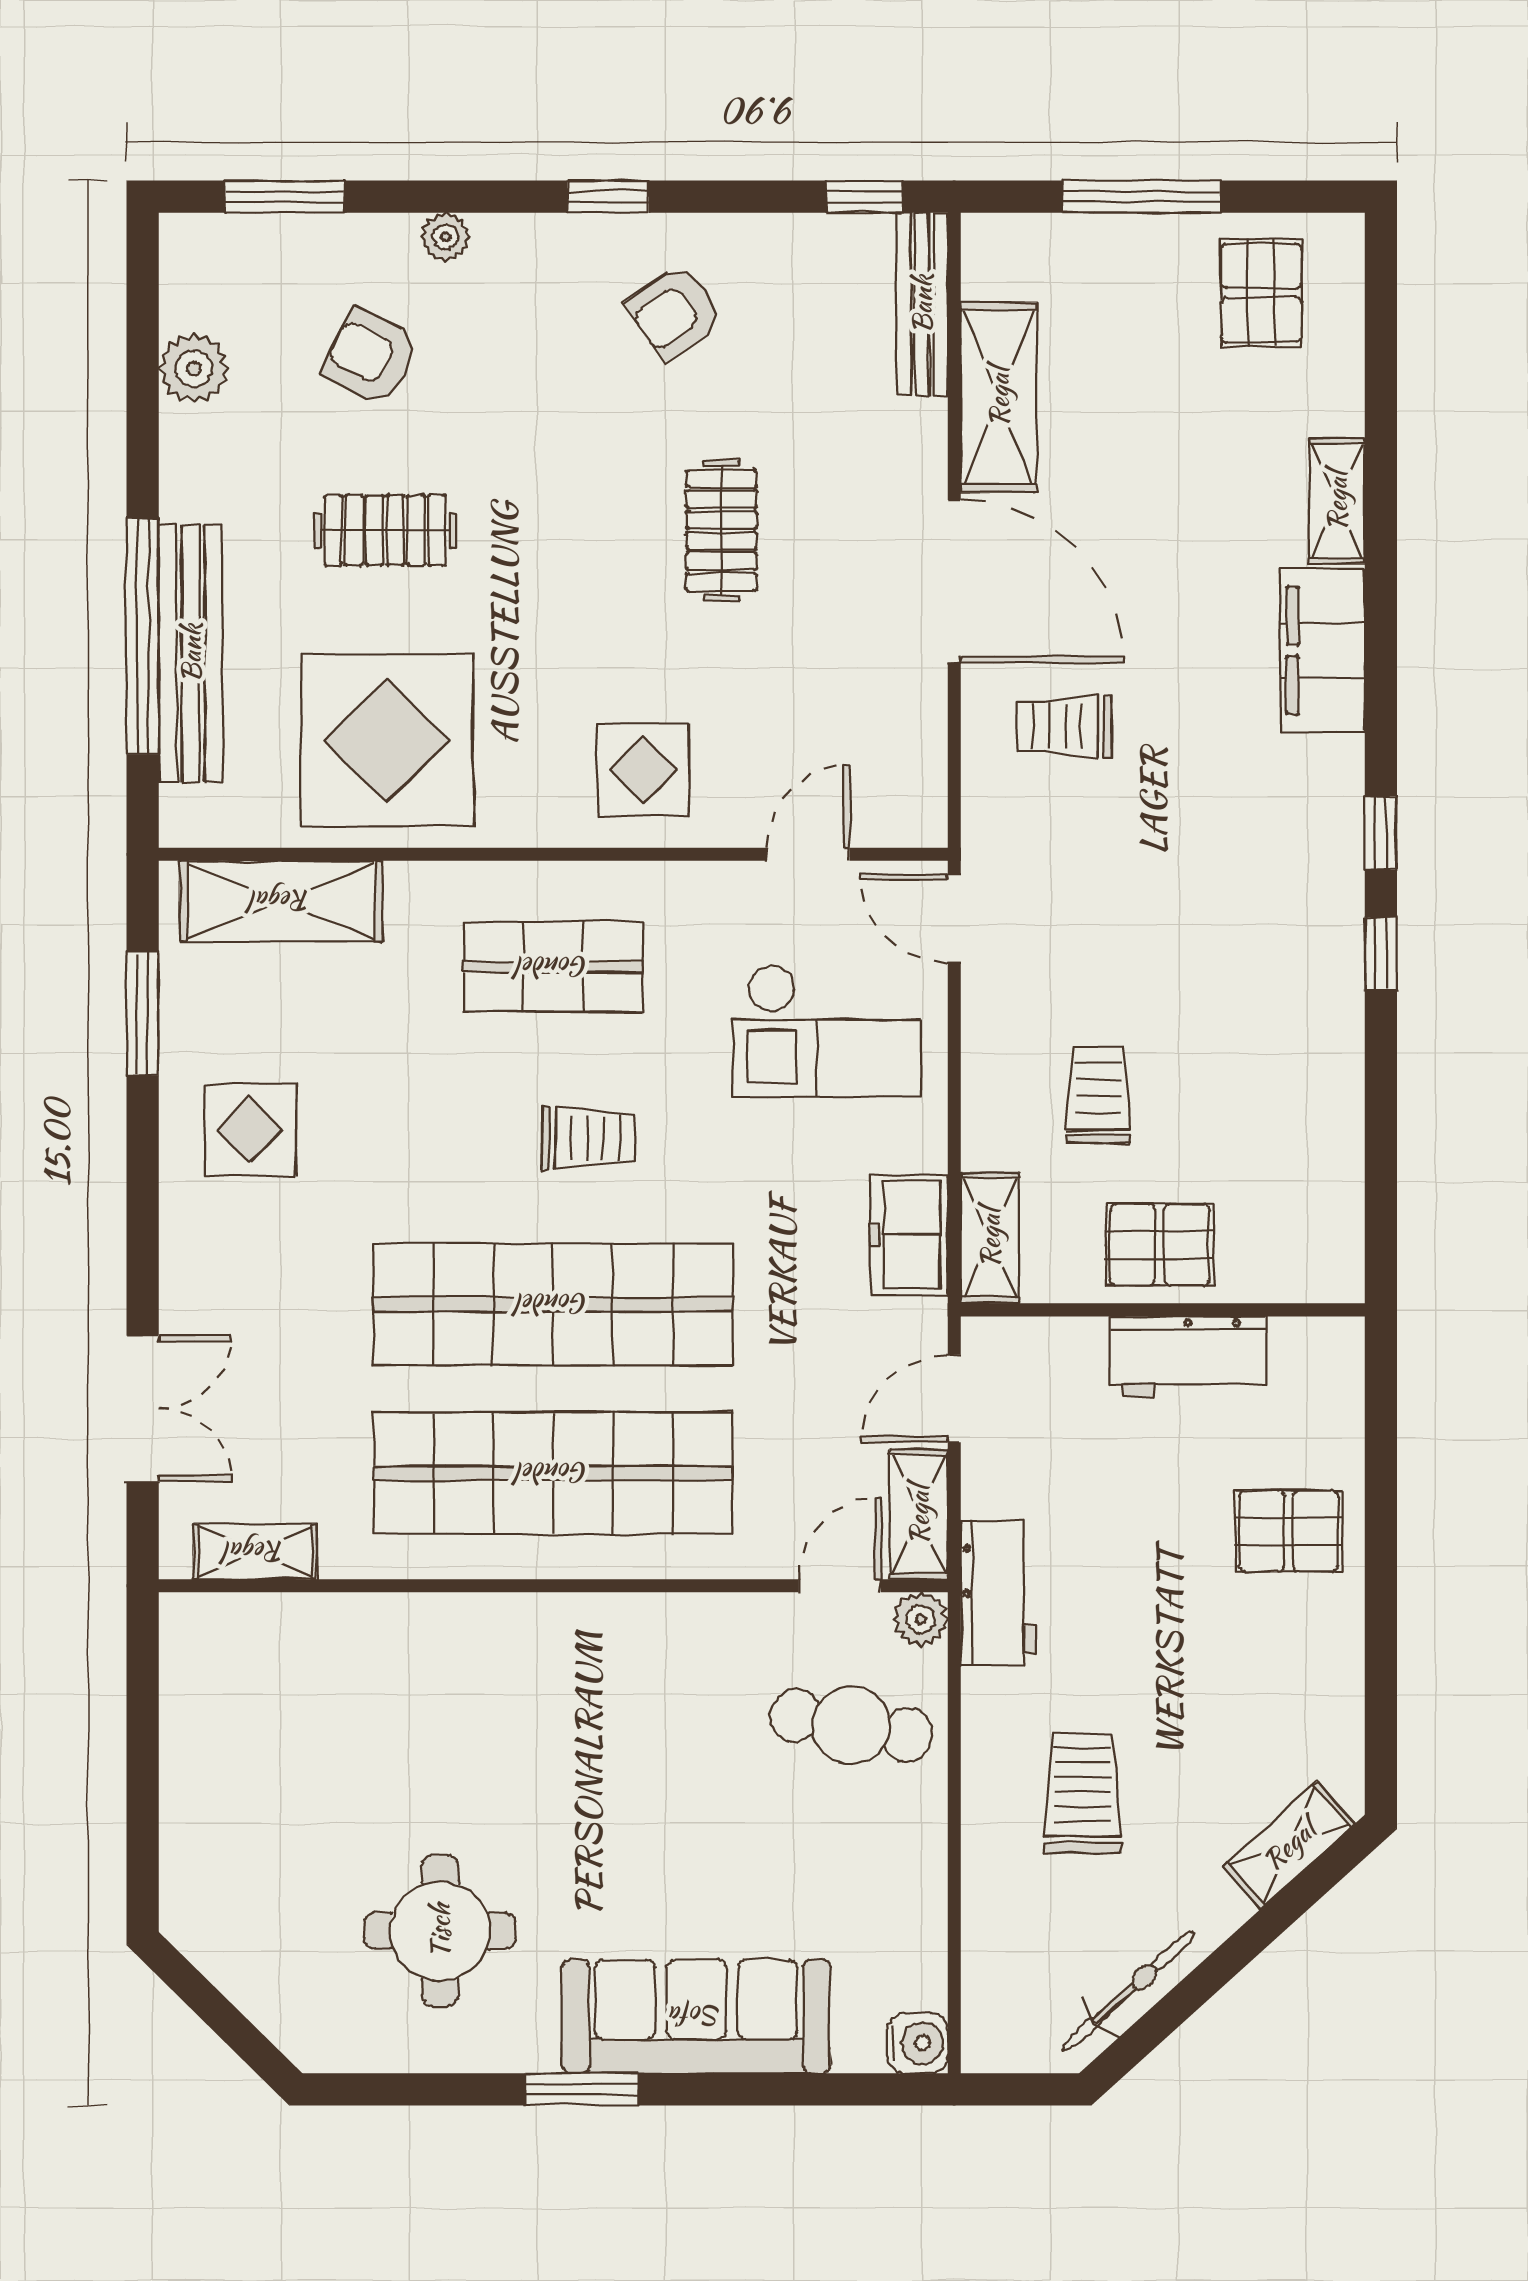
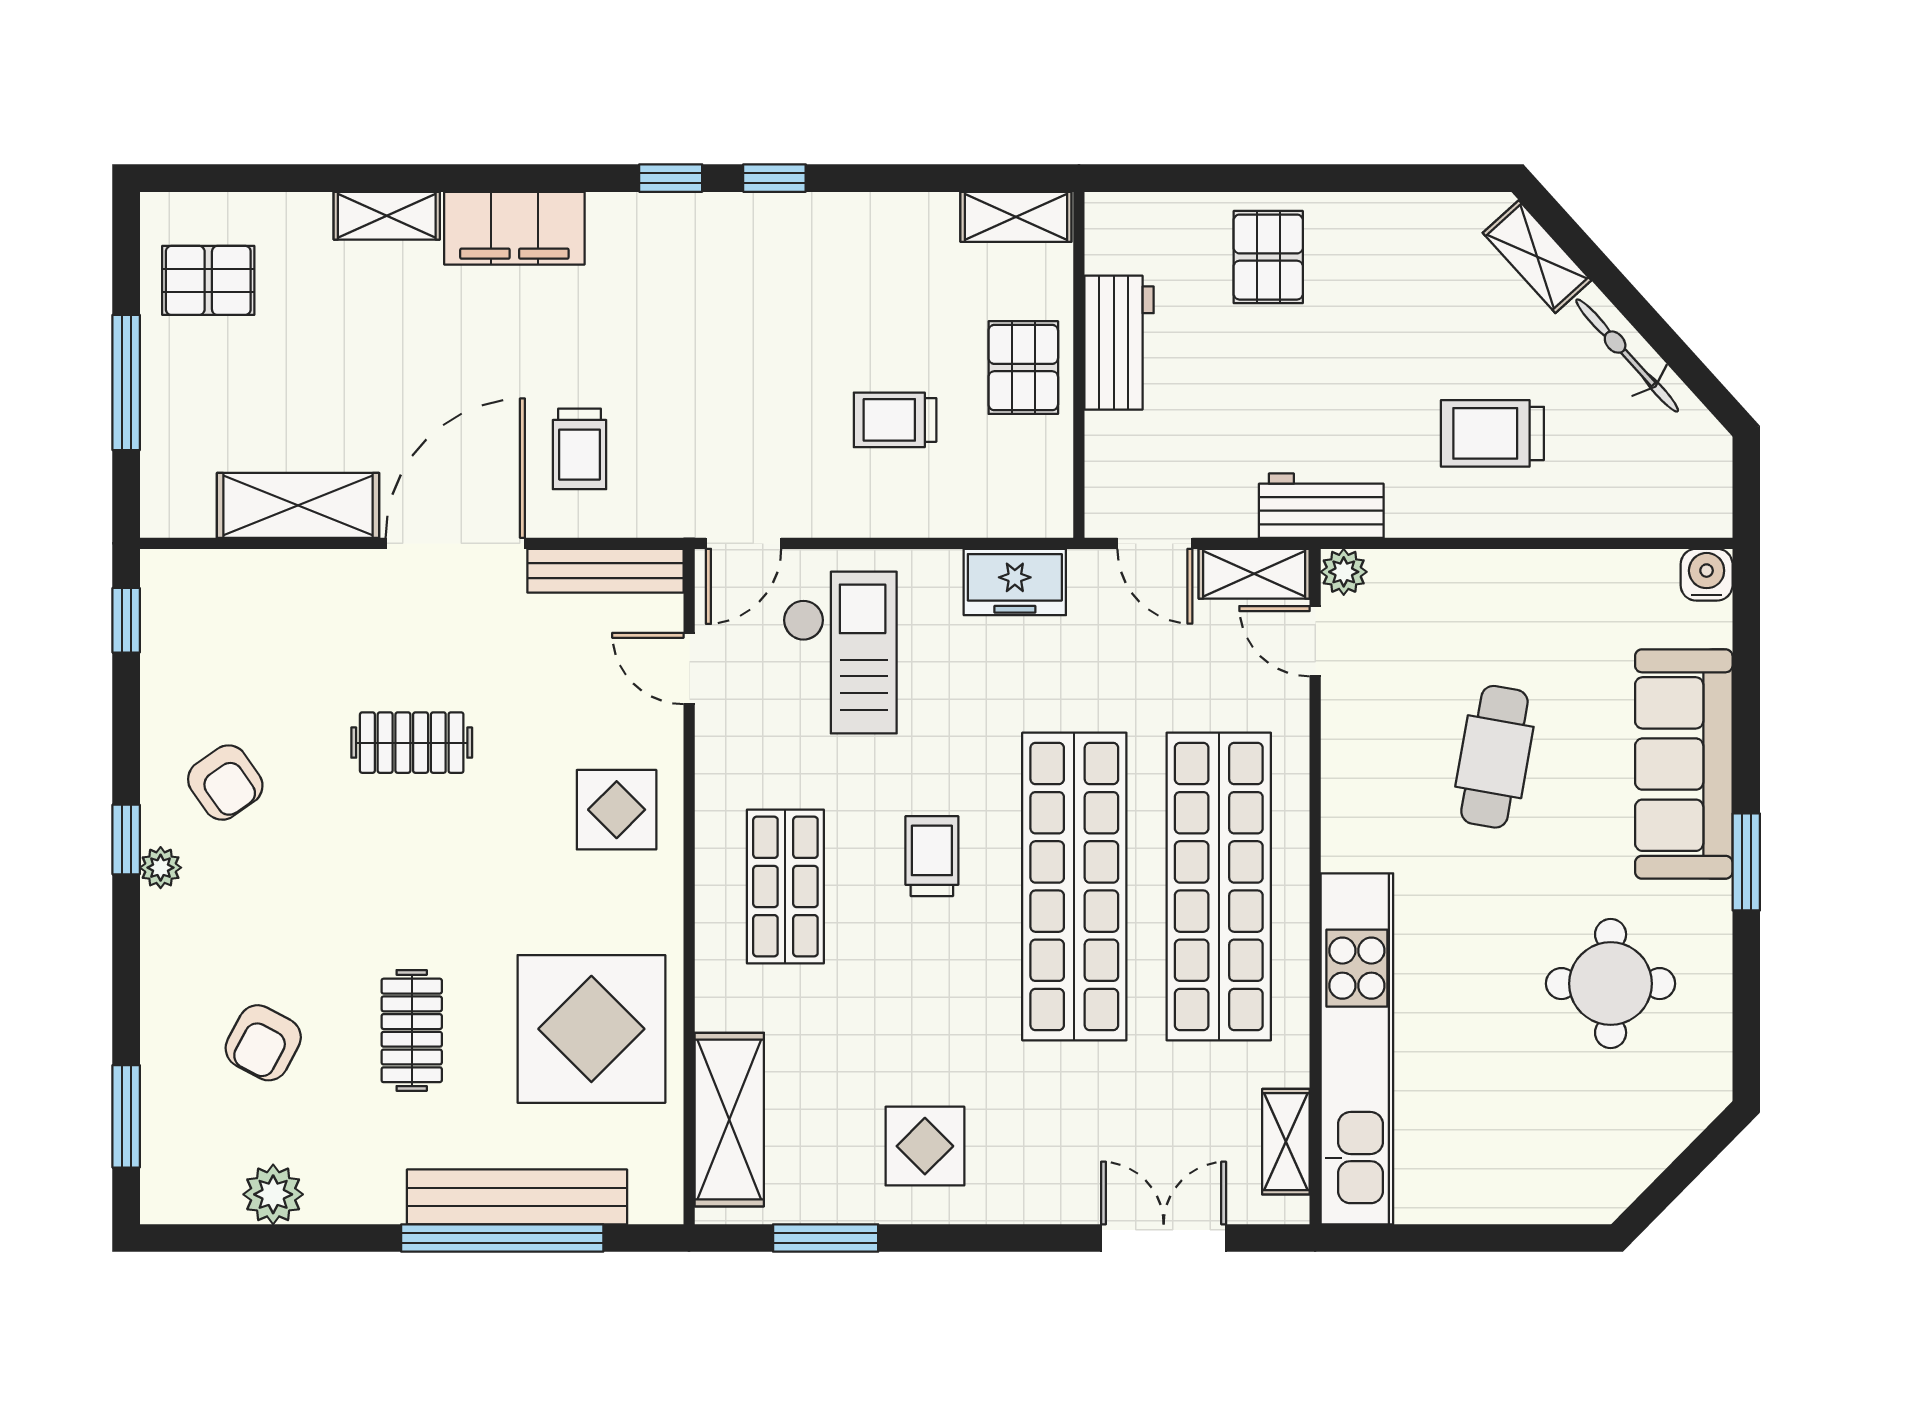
plant: (445, 237) -> (161, 868), moved
bench: (922, 304) -> (605, 571), moved
shelving: (990, 1238) -> (1016, 217), moved
kitchen unit: (364, 1635) -> (1357, 1049), added
cafe table: (851, 1725) -> (1494, 757), moved
bicycle: (1128, 1991) -> (1627, 355), moved

